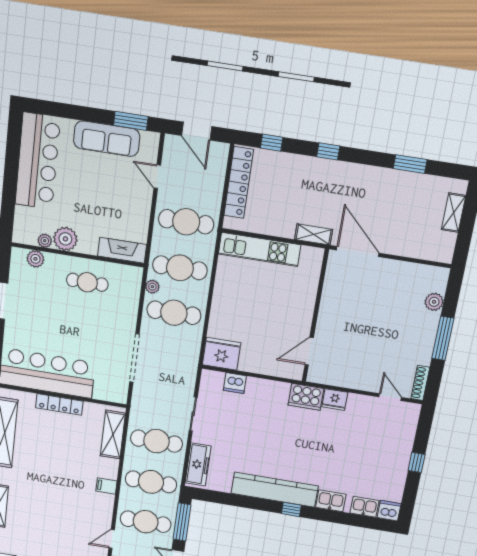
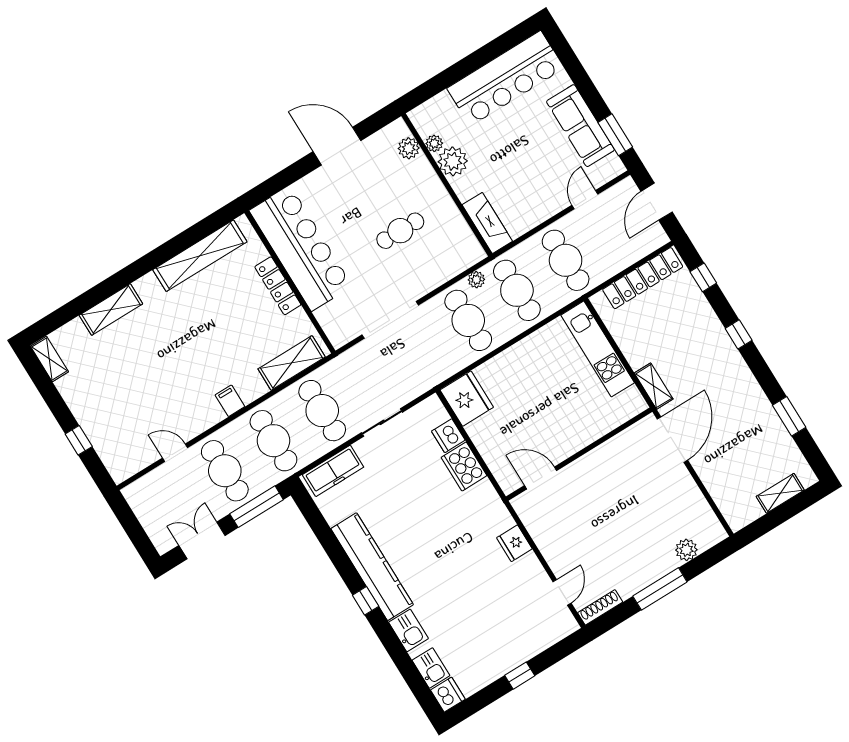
cafe table: (87, 282) -> (400, 231), moved, turned 90
cooker: (306, 397) -> (464, 467), moved

